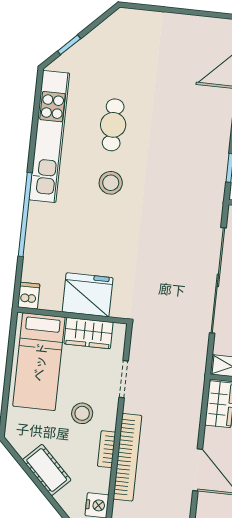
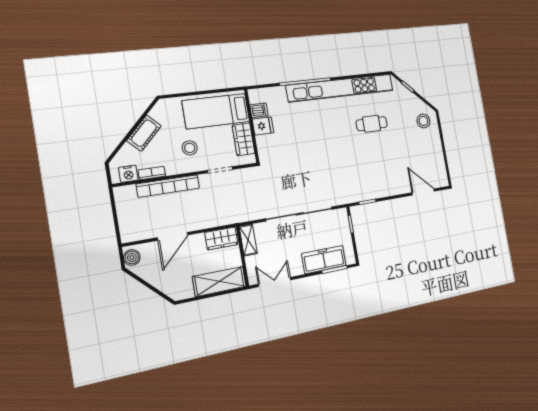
kitchen unit: (49, 136) -> (341, 88), width x1.36
stool: (111, 183) -> (423, 121), moved
fridge: (88, 295) -> (263, 126), width x0.53, depth x0.75
dishwasher: (29, 296) -> (259, 110), moved
bookcase: (107, 449) -> (152, 173), moved

